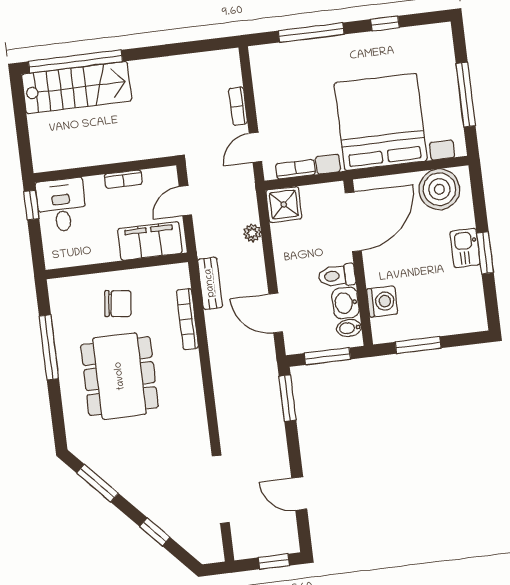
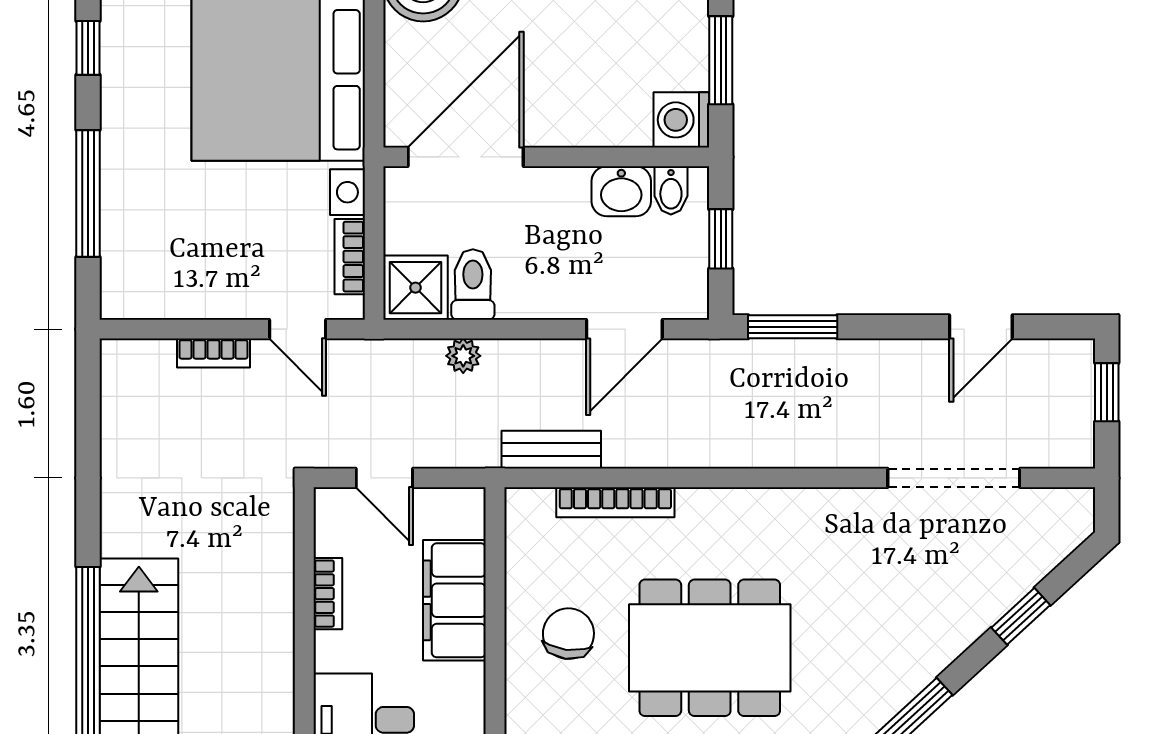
door: (353, 222) -> (466, 157), hinge flipped
filing cabinet: (150, 241) -> (454, 600), moved
toilet: (337, 276) -> (473, 284), moved, turned 180
washing machine: (382, 301) -> (681, 120), moved, turned -90
window: (328, 356) -> (721, 239), width x0.67

